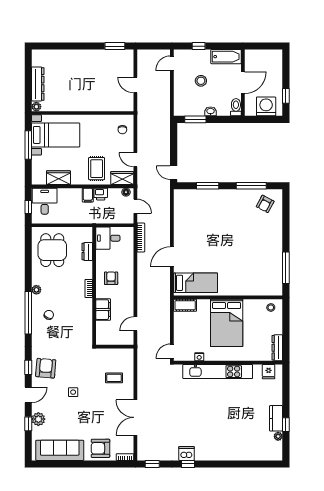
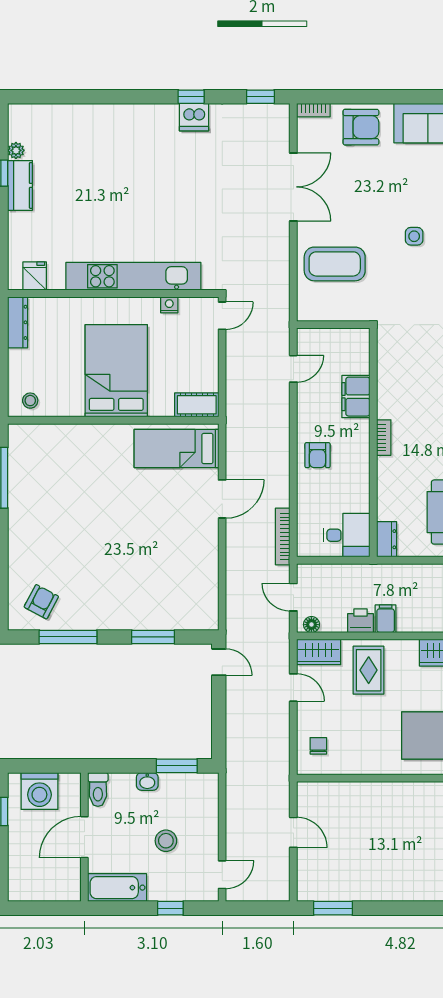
dresser: (87, 252) -> (387, 539), moved
armchair: (111, 278) -> (318, 455), moved
coffee table: (114, 378) -> (335, 264), width x1.86, depth x1.72

